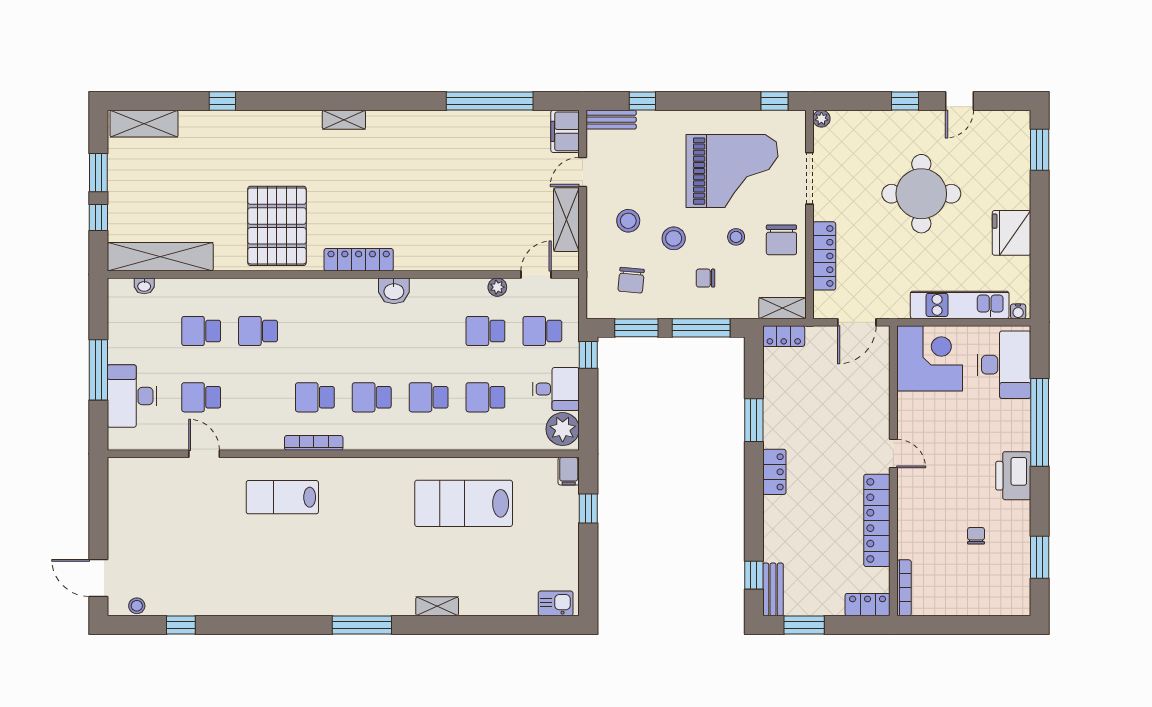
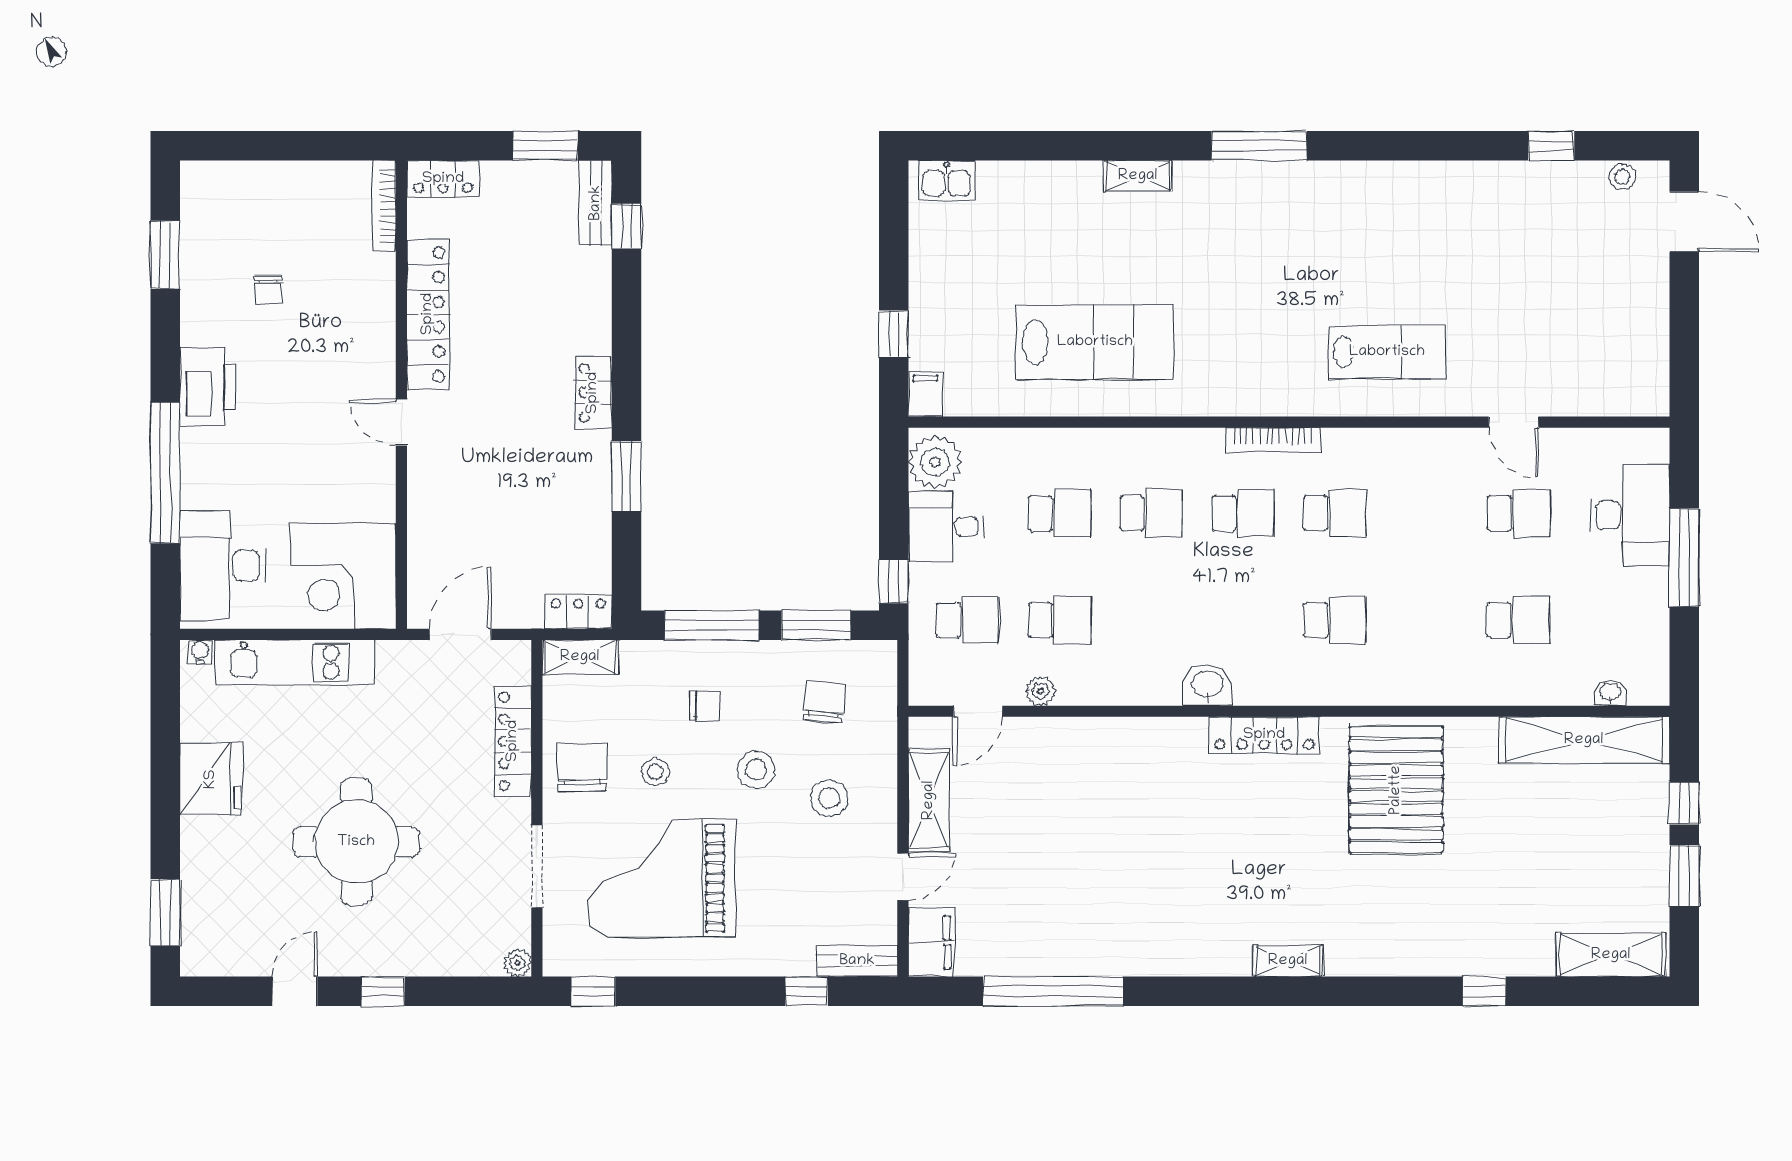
school desk: (258, 331) -> (1335, 620), moved
bookcase: (314, 443) -> (1273, 440), moved

